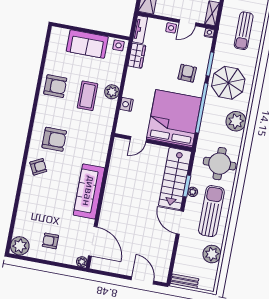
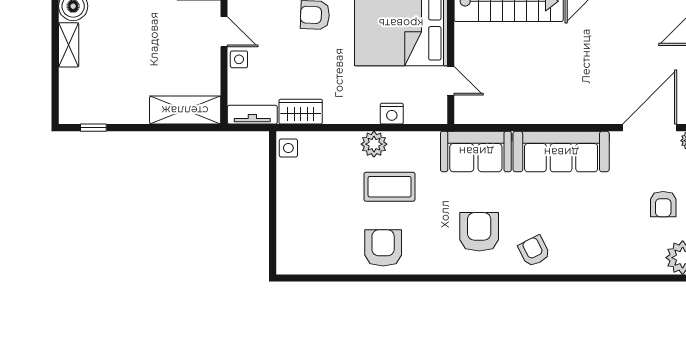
sofa: (87, 44) -> (476, 151), moved, turned 90

